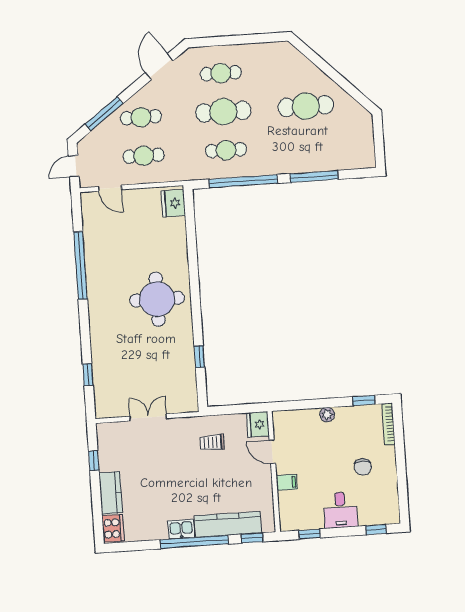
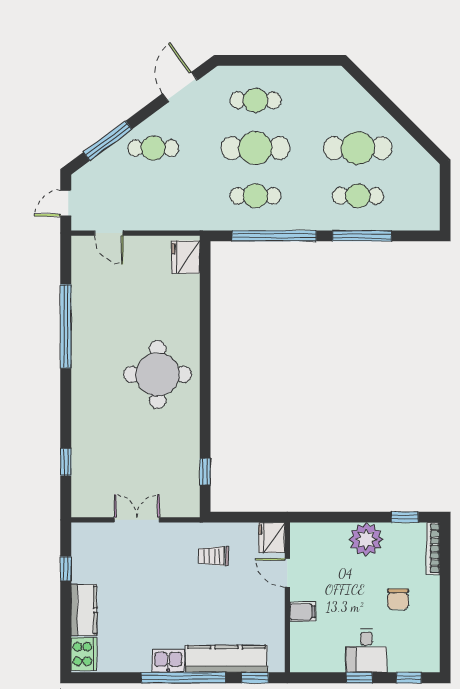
cafe table: (144, 156) -> (358, 196), moved
window: (199, 357) -> (205, 472), moved
plant: (327, 415) -> (366, 539), width x1.87, depth x1.87
window: (309, 534) -> (359, 678), moved

